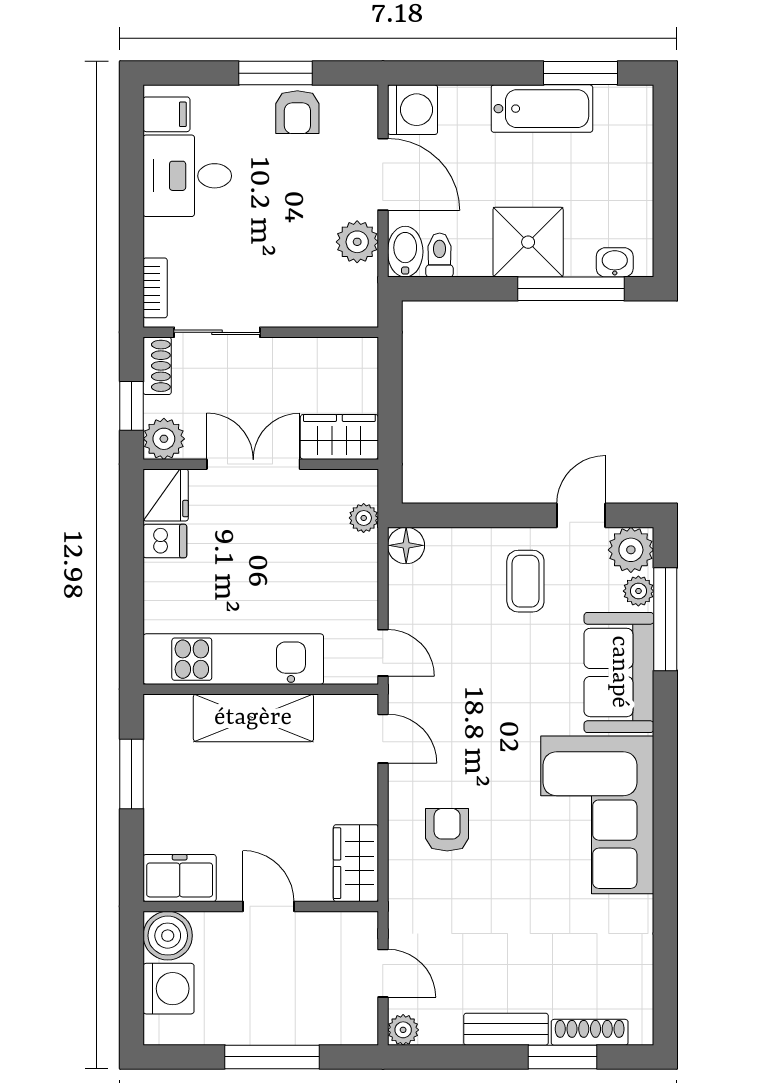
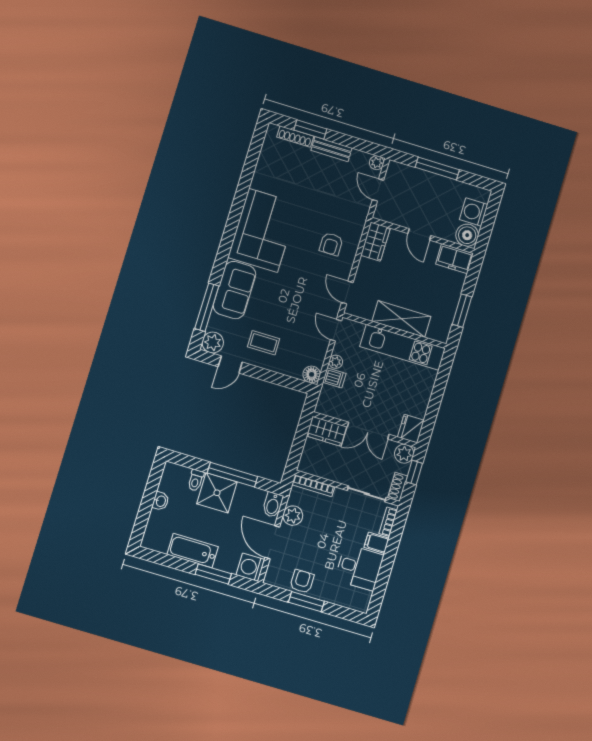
window: (580, 73) -> (213, 574), moved
filing cabinet: (166, 114) -> (377, 543), moved
toilet: (440, 255) -> (196, 480), moved
washbasin: (615, 262) -> (161, 501), moved, turned -90
window: (571, 289) -> (232, 475), moved
bookcase: (333, 316) -> (313, 486), added
plant: (364, 518) -> (336, 362), moved
dishwasher: (165, 541) -> (334, 378), moved, turned 180
coffee table: (525, 581) -> (264, 343), turned 90
plant: (638, 591) -> (215, 323), removed

